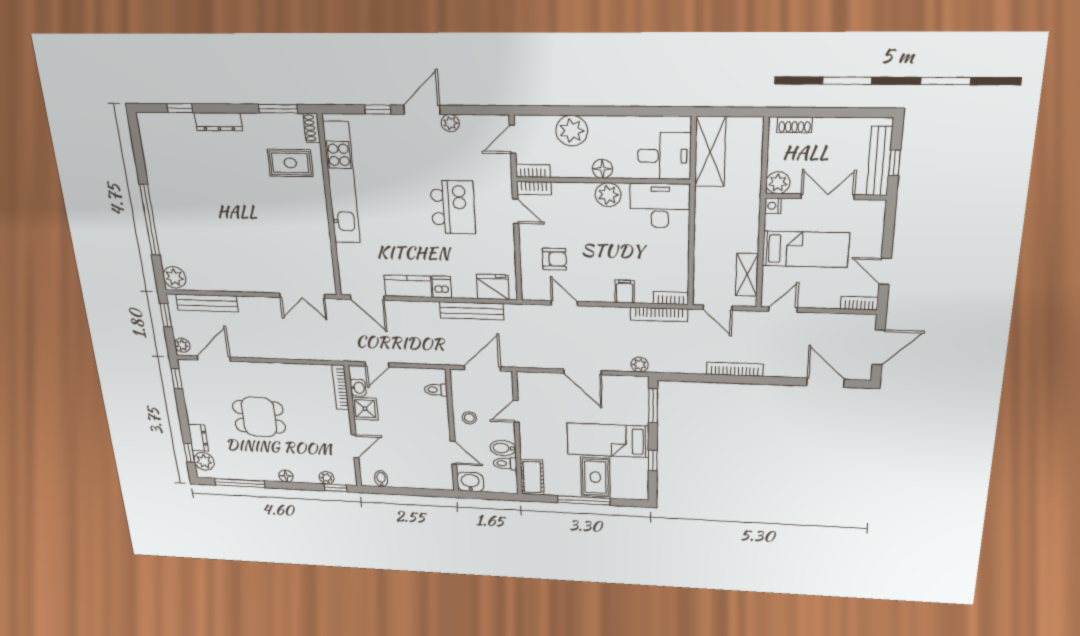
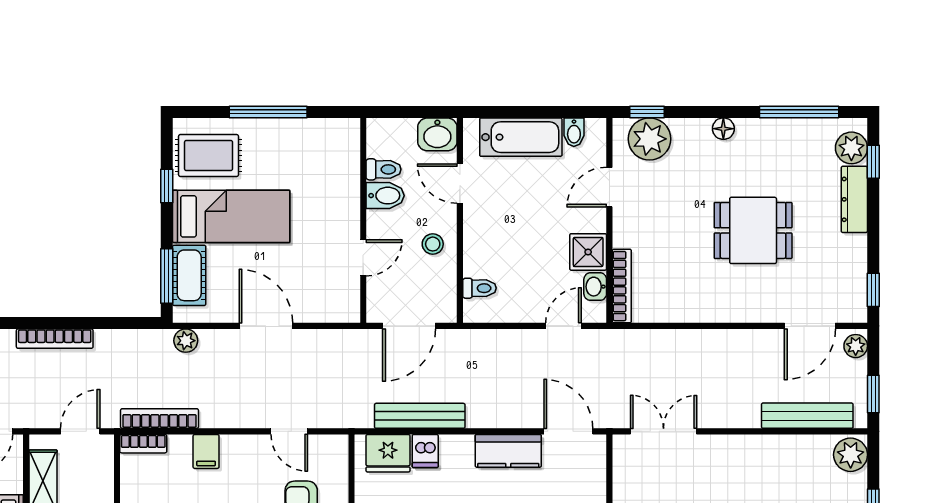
dishwasher: (442, 287) -> (425, 451), moved
door: (718, 308) -> (80, 431), hinge flipped
dresser: (198, 438) -> (854, 199), width x1.44
cot: (532, 477) -> (189, 275), moved
rug: (595, 477) -> (209, 156), moved, turned 90
plant: (327, 478) -> (649, 139), width x1.88, depth x1.88
bathtub: (415, 478) -> (521, 137), added

